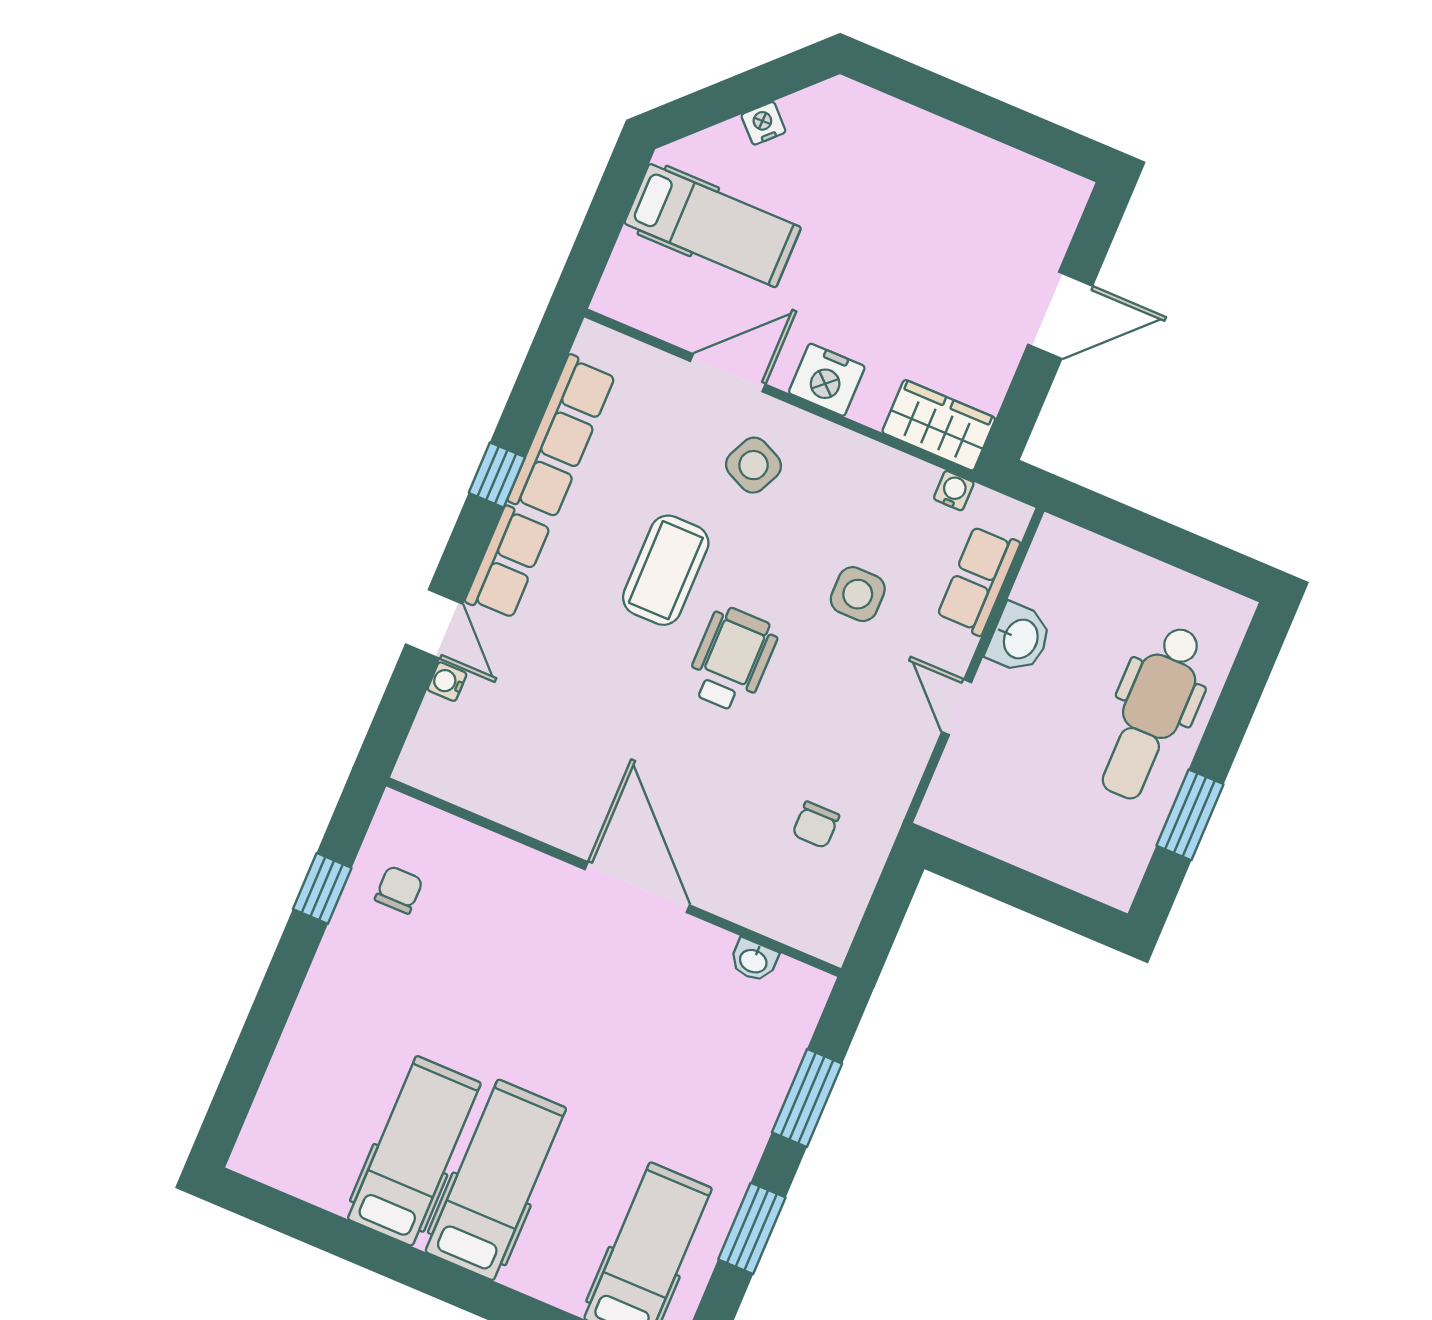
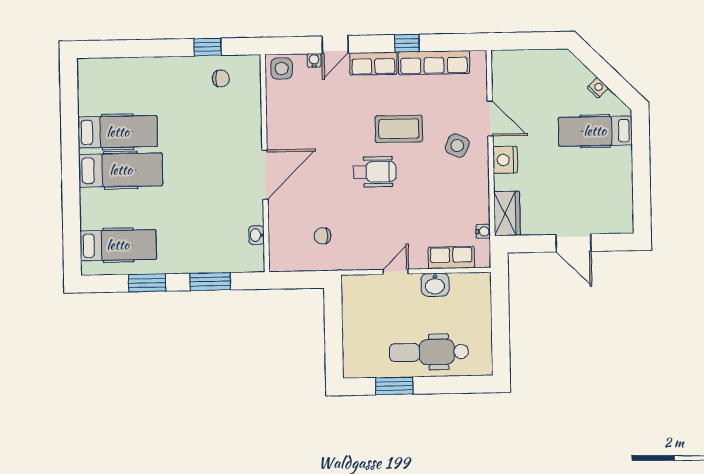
hospital bed: (713, 225) -> (595, 131), moved, turned 90
side table: (858, 594) -> (282, 69), moved

